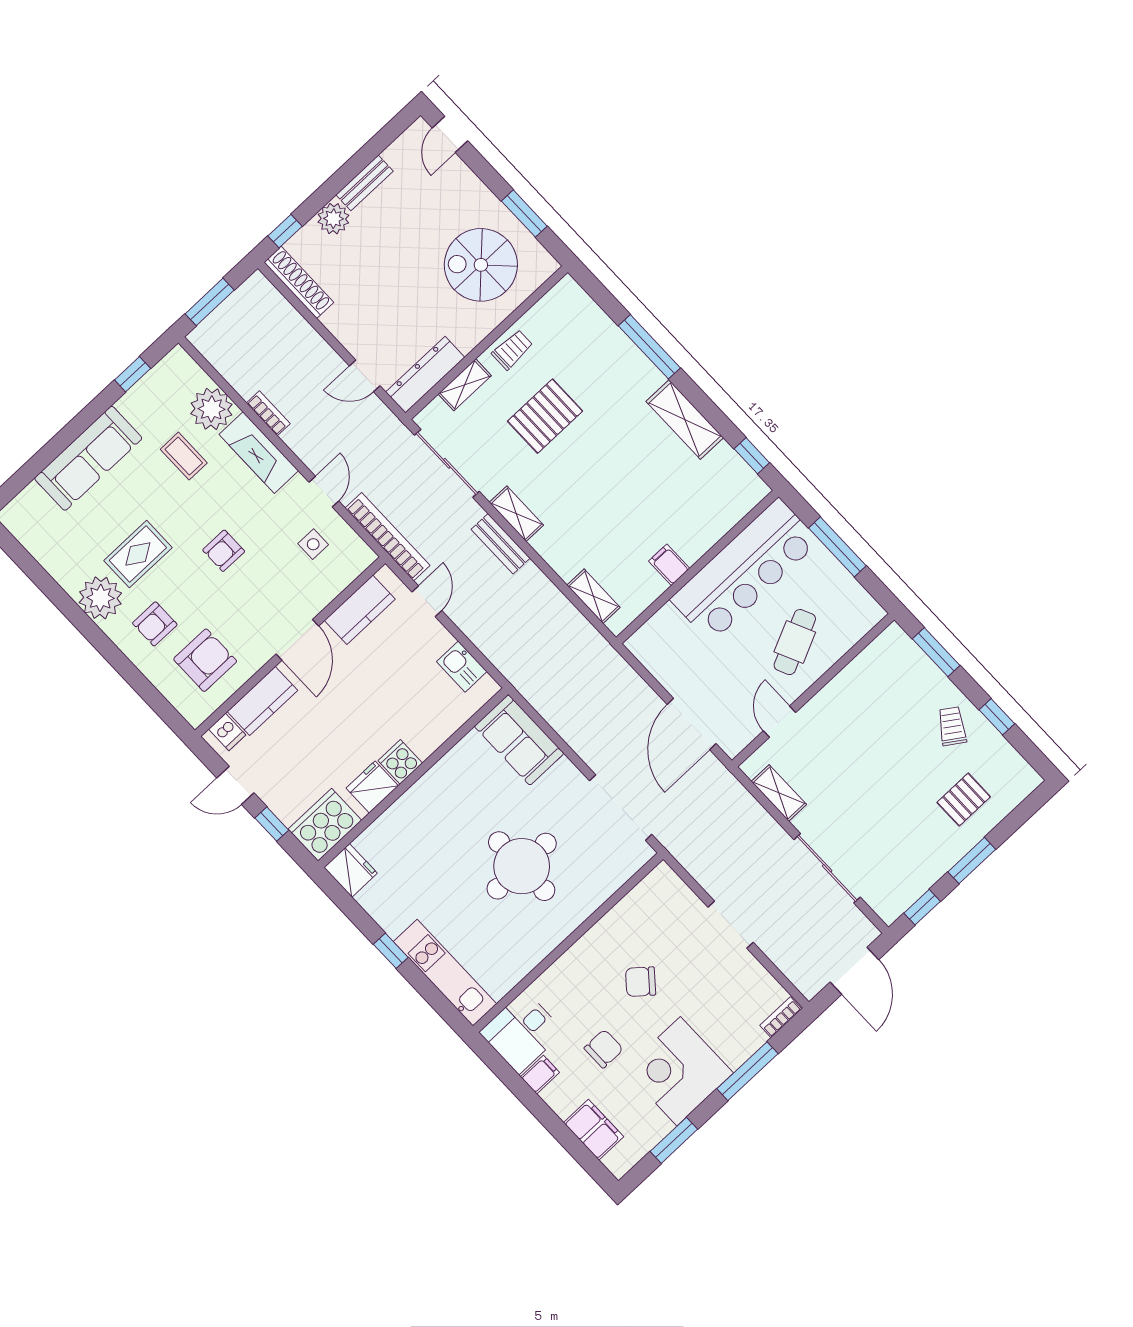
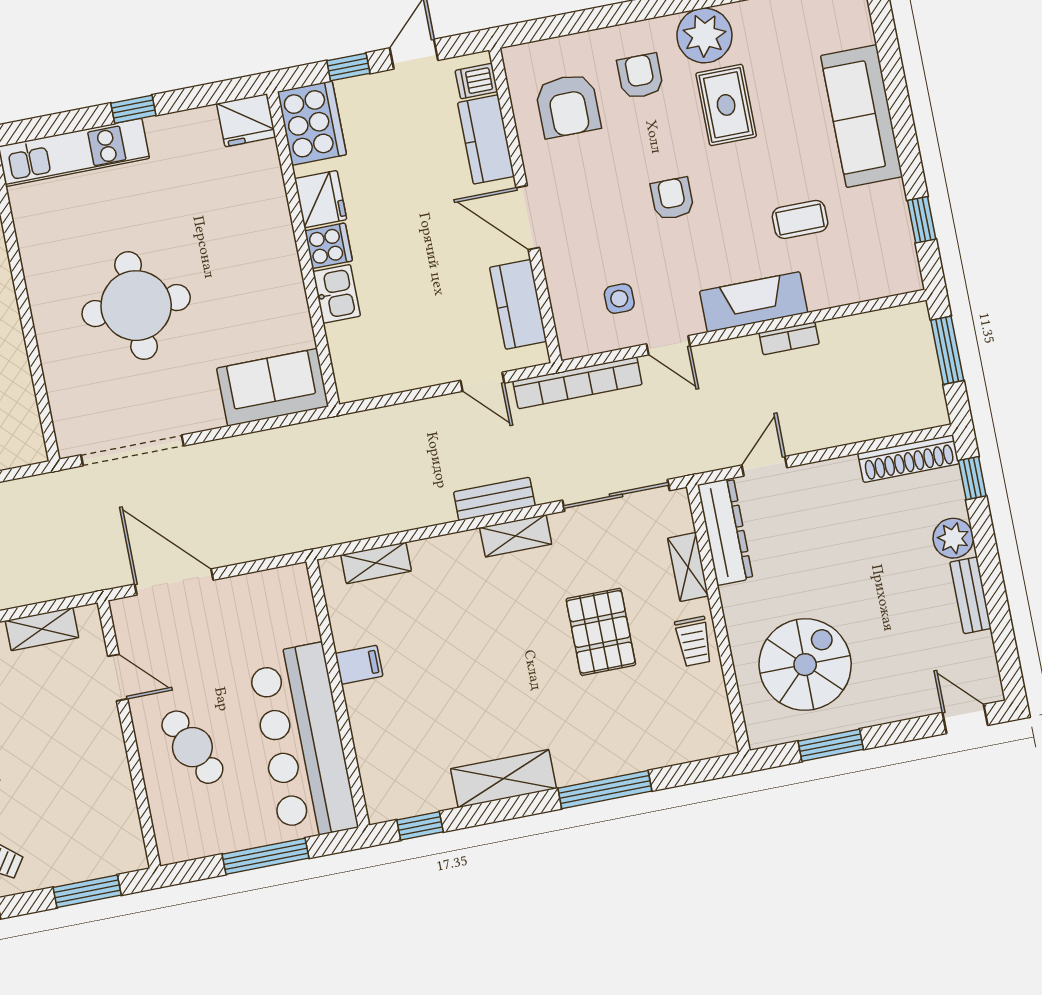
plant: (211, 409) -> (832, 281), removed
kitchen sink: (462, 667) -> (337, 294), moved, turned 90

